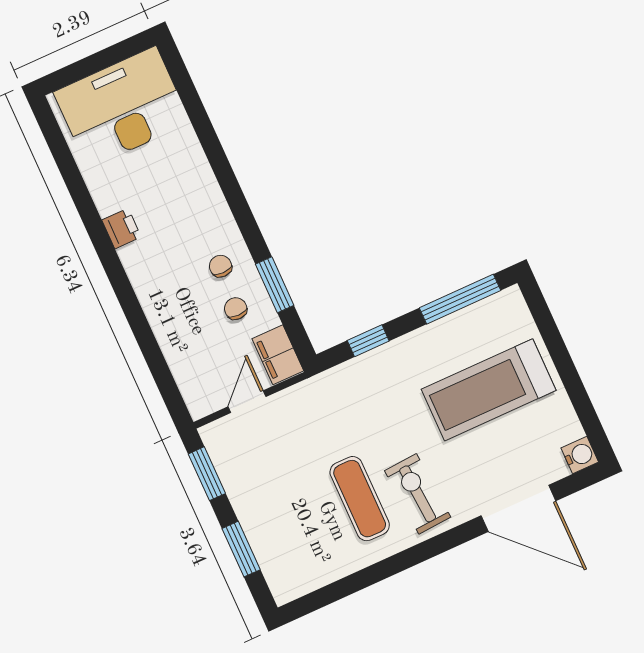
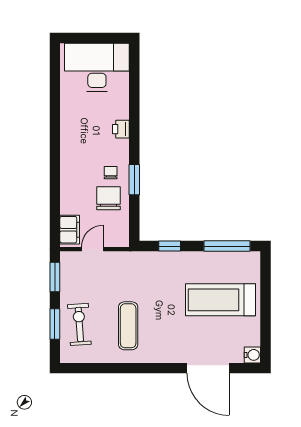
printer: (122, 229) -> (121, 129), moved, turned 180
window: (275, 285) -> (134, 180), moved
chair: (236, 309) -> (109, 198), width x1.87, depth x1.87
filing cabinet: (278, 355) -> (70, 230), moved, turned 180
exercise bike: (418, 494) -> (79, 324), moved

